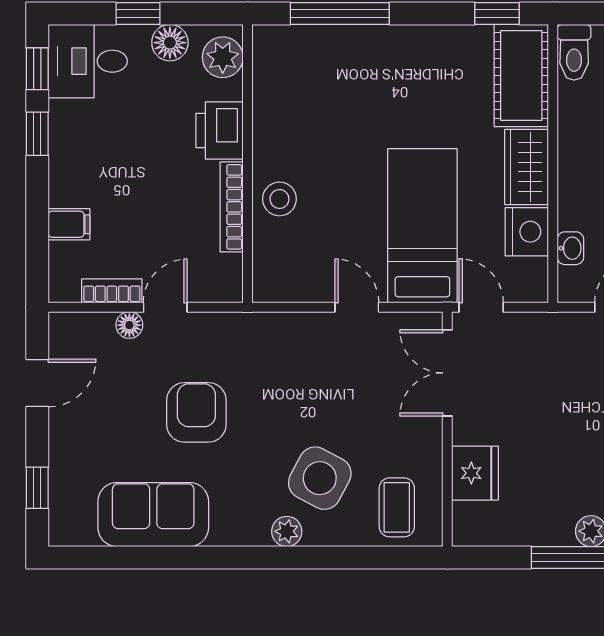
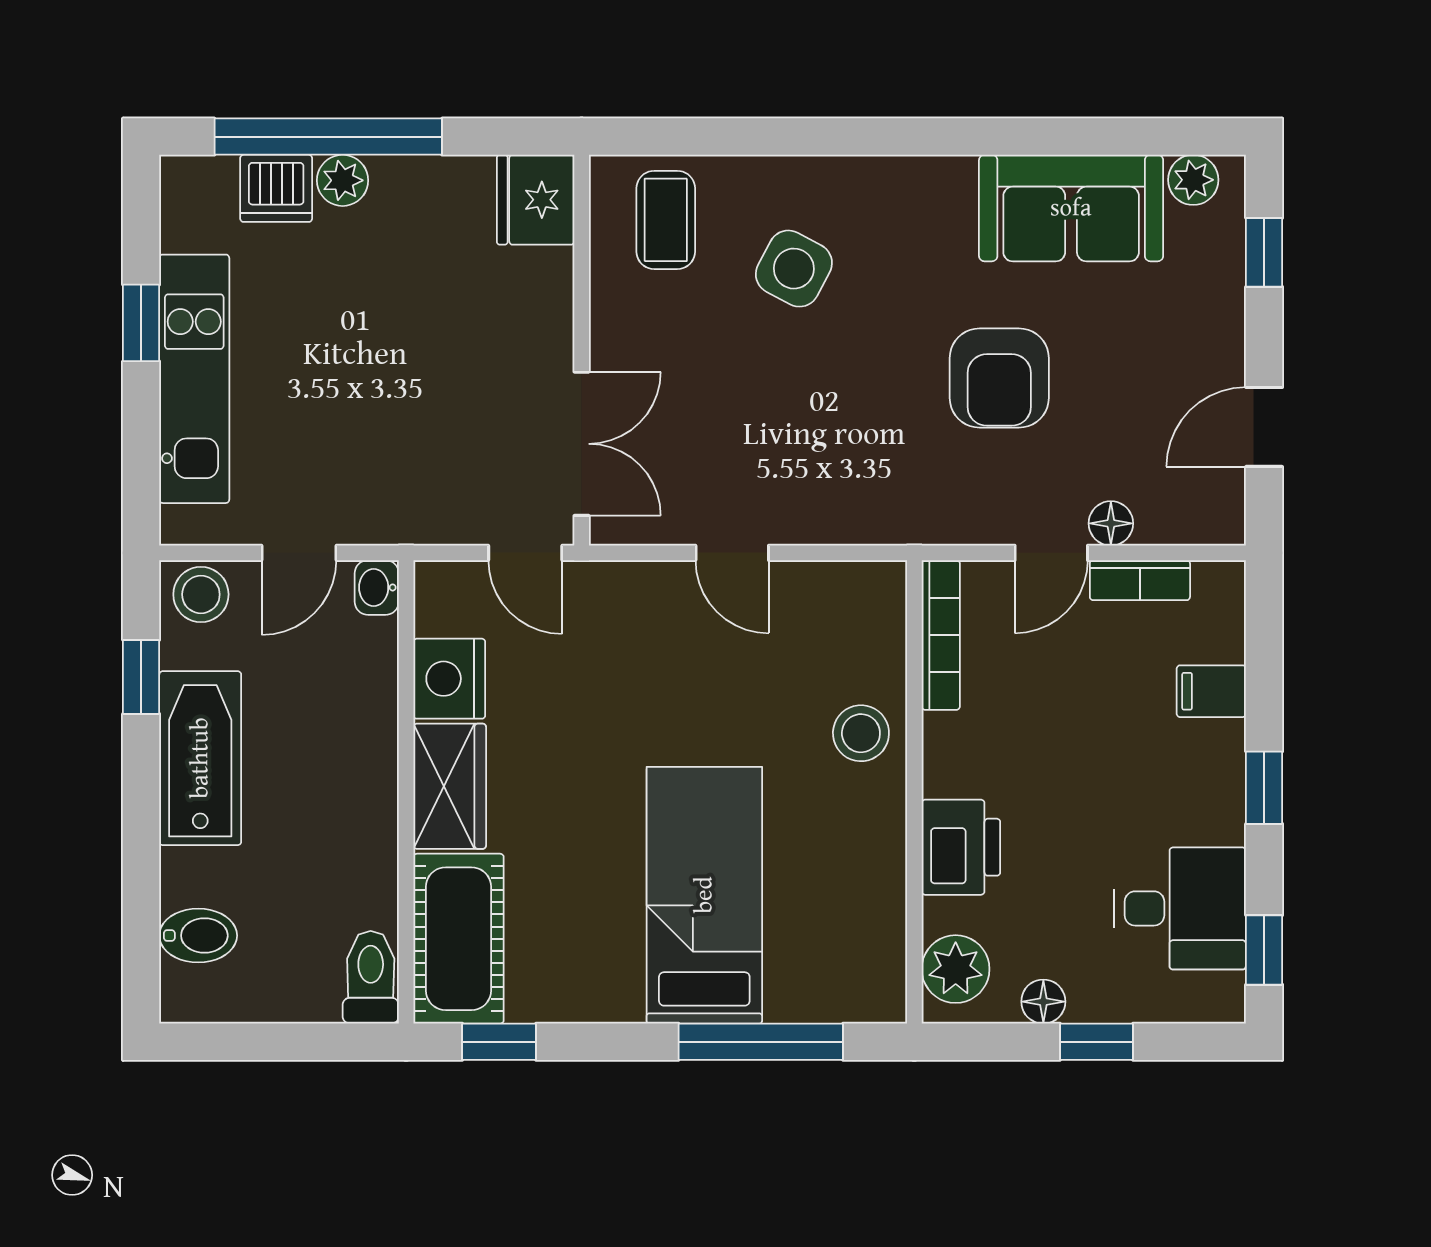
floor lamp: (170, 43) -> (1043, 1002), width x0.73, depth x0.73
desk: (88, 61) -> (1180, 908), moved
window: (37, 134) -> (1264, 788), moved
bookcase: (232, 207) -> (941, 635), moved
bed: (422, 226) -> (704, 895), moved, turned 180
washbasin: (570, 248) -> (377, 587), moved
fridge: (475, 473) -> (536, 200), moved
side table: (320, 478) -> (794, 269), width x0.73, depth x0.73
plant: (287, 531) -> (1193, 180), moved

